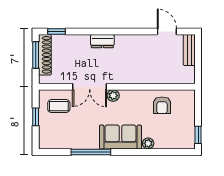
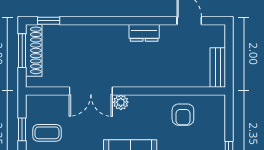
dresser: (102, 41) -> (144, 33), moved
bench: (189, 50) -> (218, 67), moved
coffee table: (59, 106) -> (47, 133), moved

